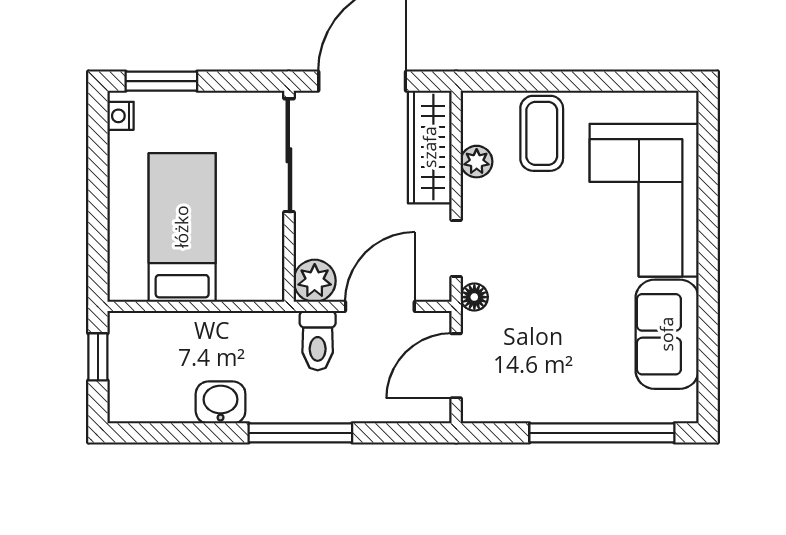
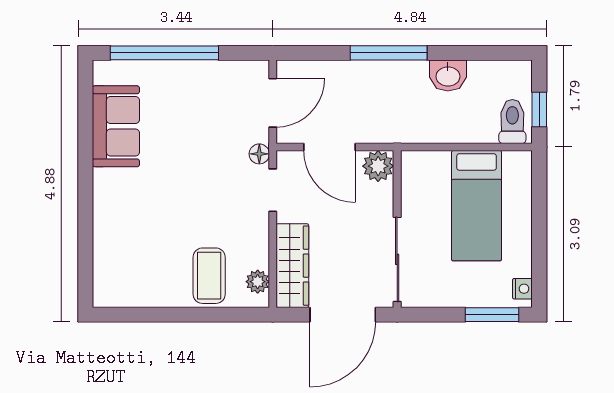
plant: (477, 162) -> (258, 282), moved
corner sofa: (644, 200) -> (133, 226), removed
door: (380, 306) -> (330, 147), hinge flipped
toilet: (318, 341) -> (512, 122), moved

